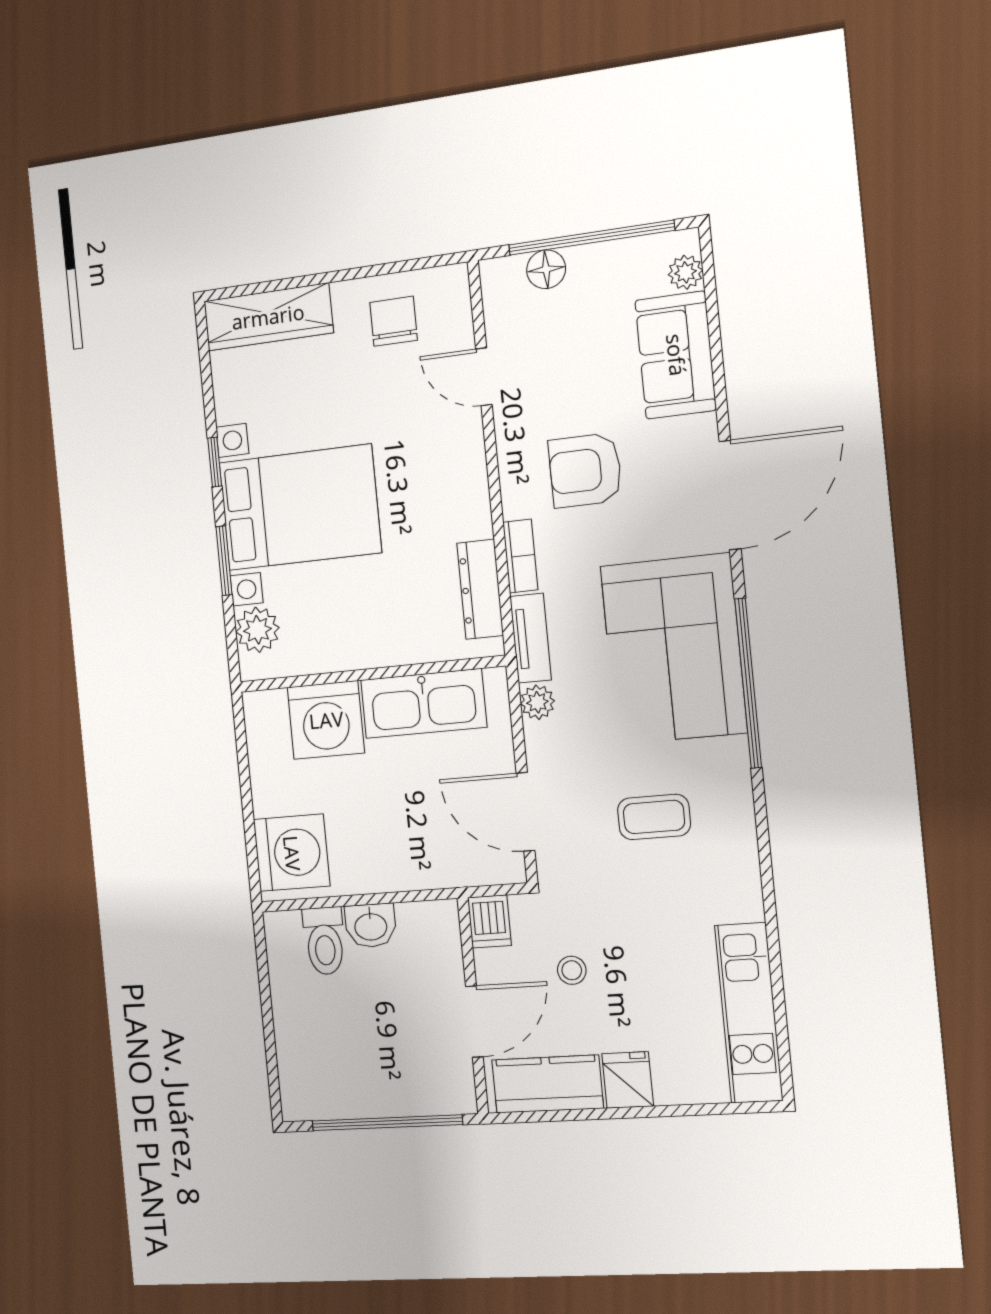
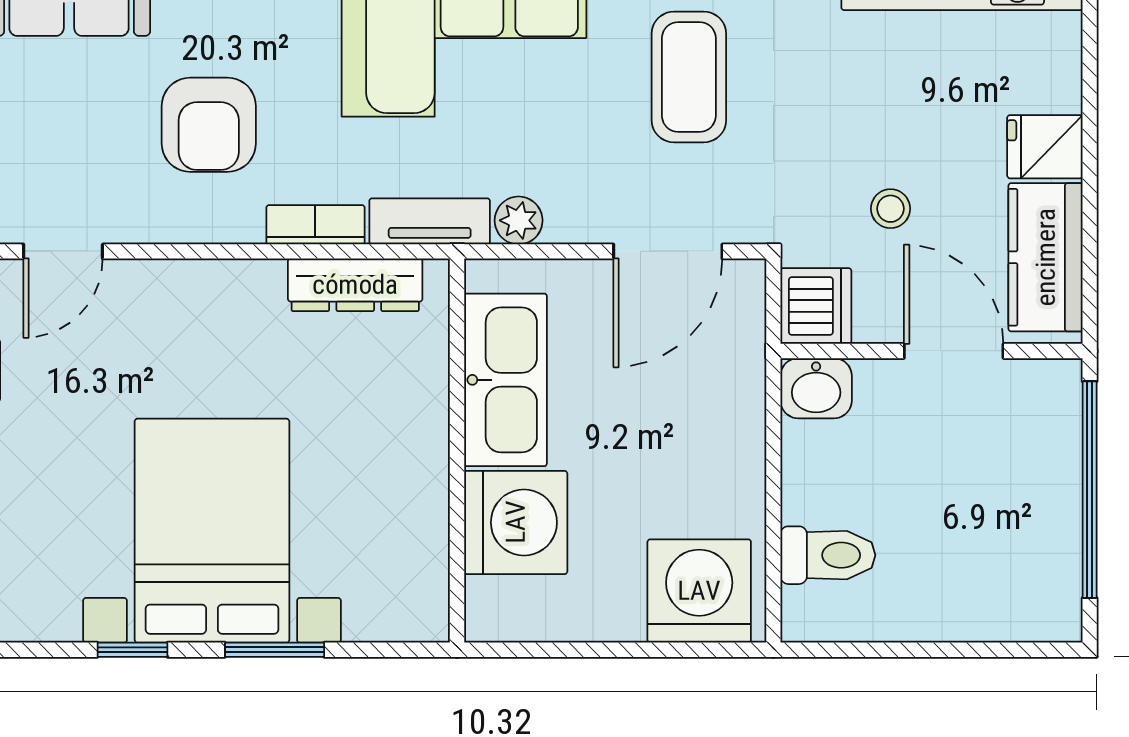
plant: (257, 630) -> (378, 610), removed
coffee table: (654, 817) -> (689, 77), width x1.36, depth x1.30
dishwasher: (489, 921) -> (816, 306), width x1.38
washbasin: (371, 926) -> (816, 388), moved, turned 90

